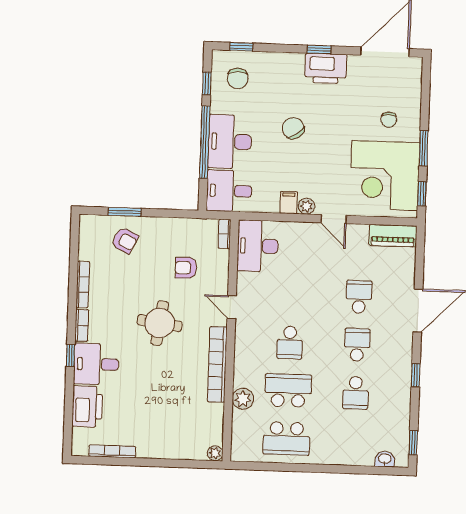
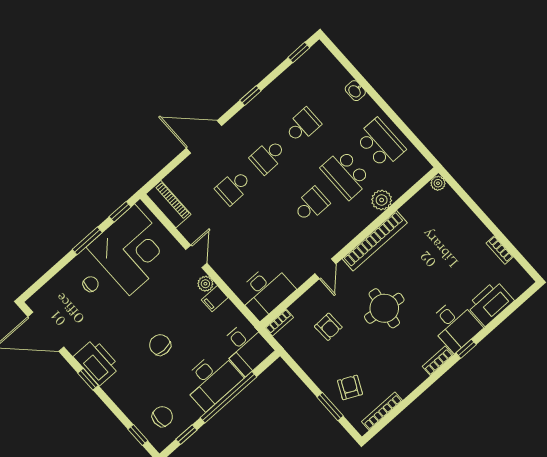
chair: (293, 128) -> (160, 345), turned 124
bookcase: (83, 285) -> (382, 411), moved
bookcase: (112, 451) -> (500, 250), width x0.64
washbasin: (385, 459) -> (355, 91), moved

